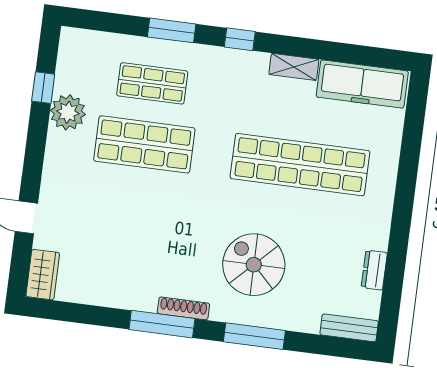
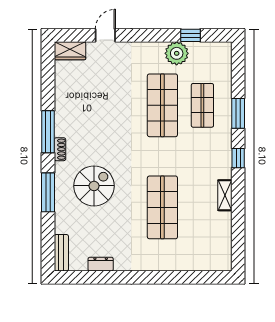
freezer: (362, 84) -> (220, 241), removed
shop shelf: (300, 165) -> (162, 207), width x0.71
shoe rack: (183, 308) -> (60, 149), width x0.70

